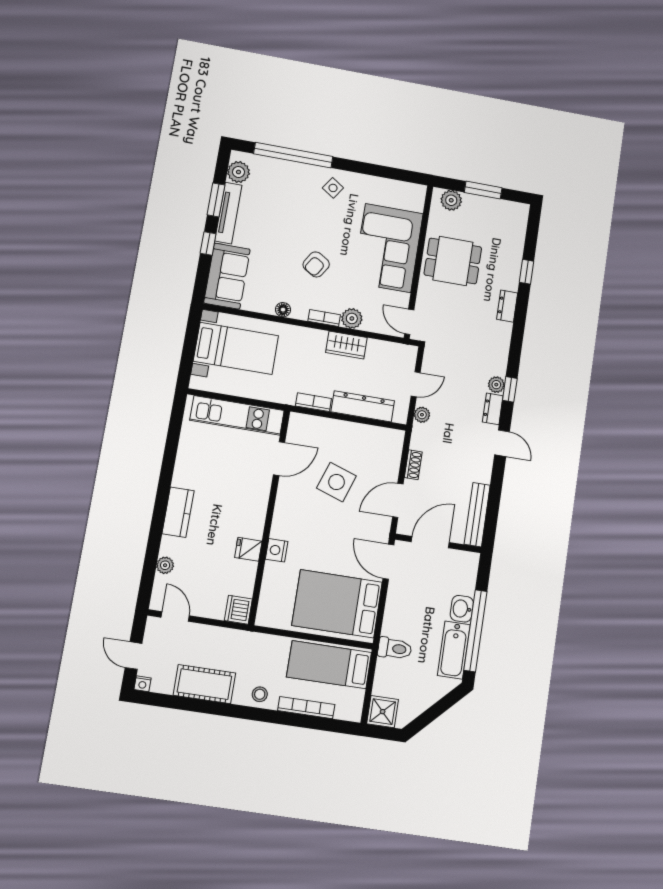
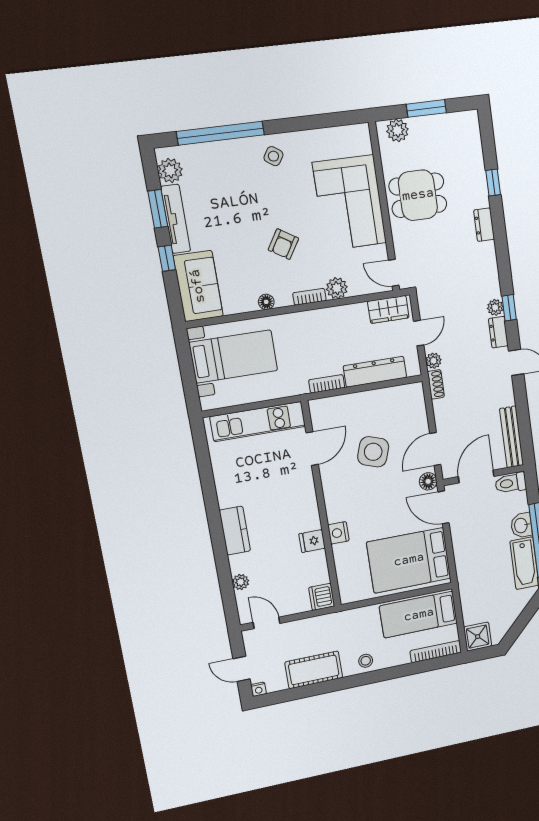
wardrobe: (346, 345) -> (388, 309), moved
shoe rack: (413, 465) -> (436, 384), moved
floor lamp: (381, 530) -> (428, 481), added
toilet: (395, 648) -> (511, 483), moved, turned 180
bookcase: (306, 708) -> (436, 652), moved

